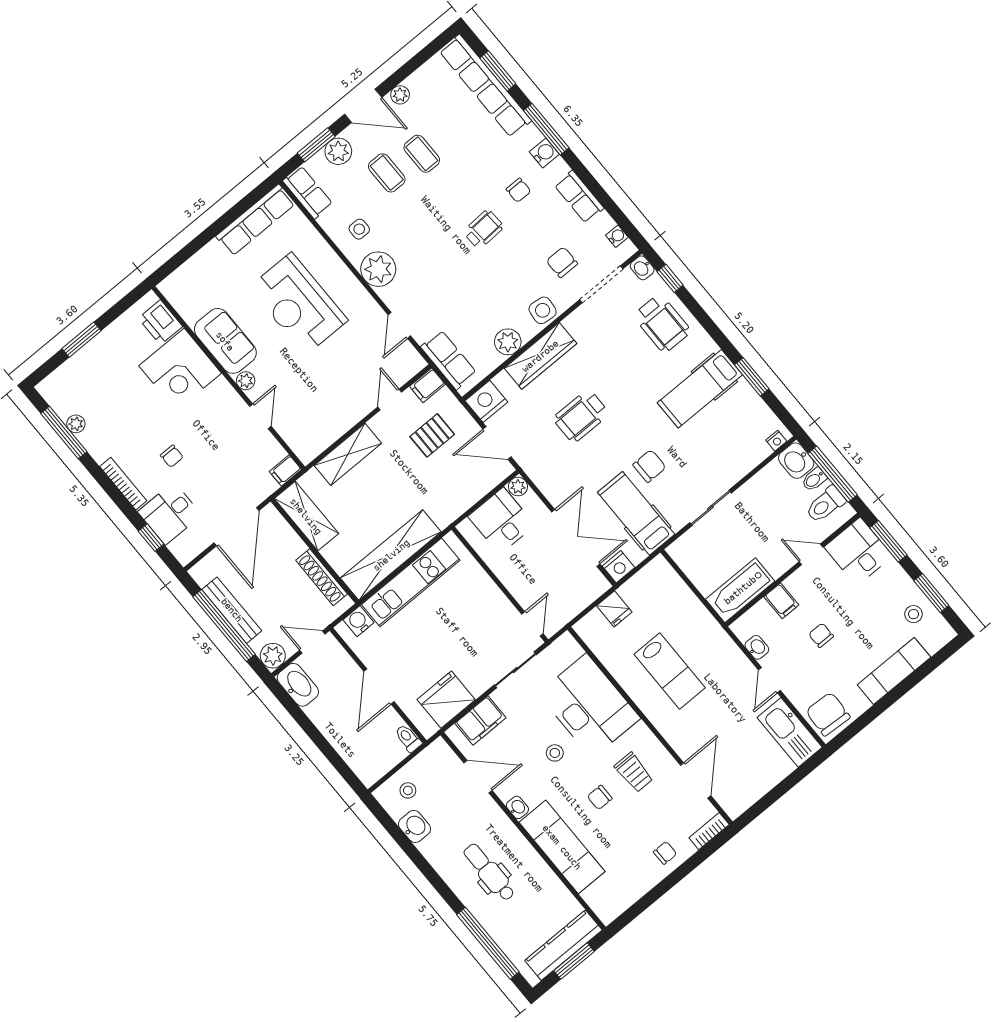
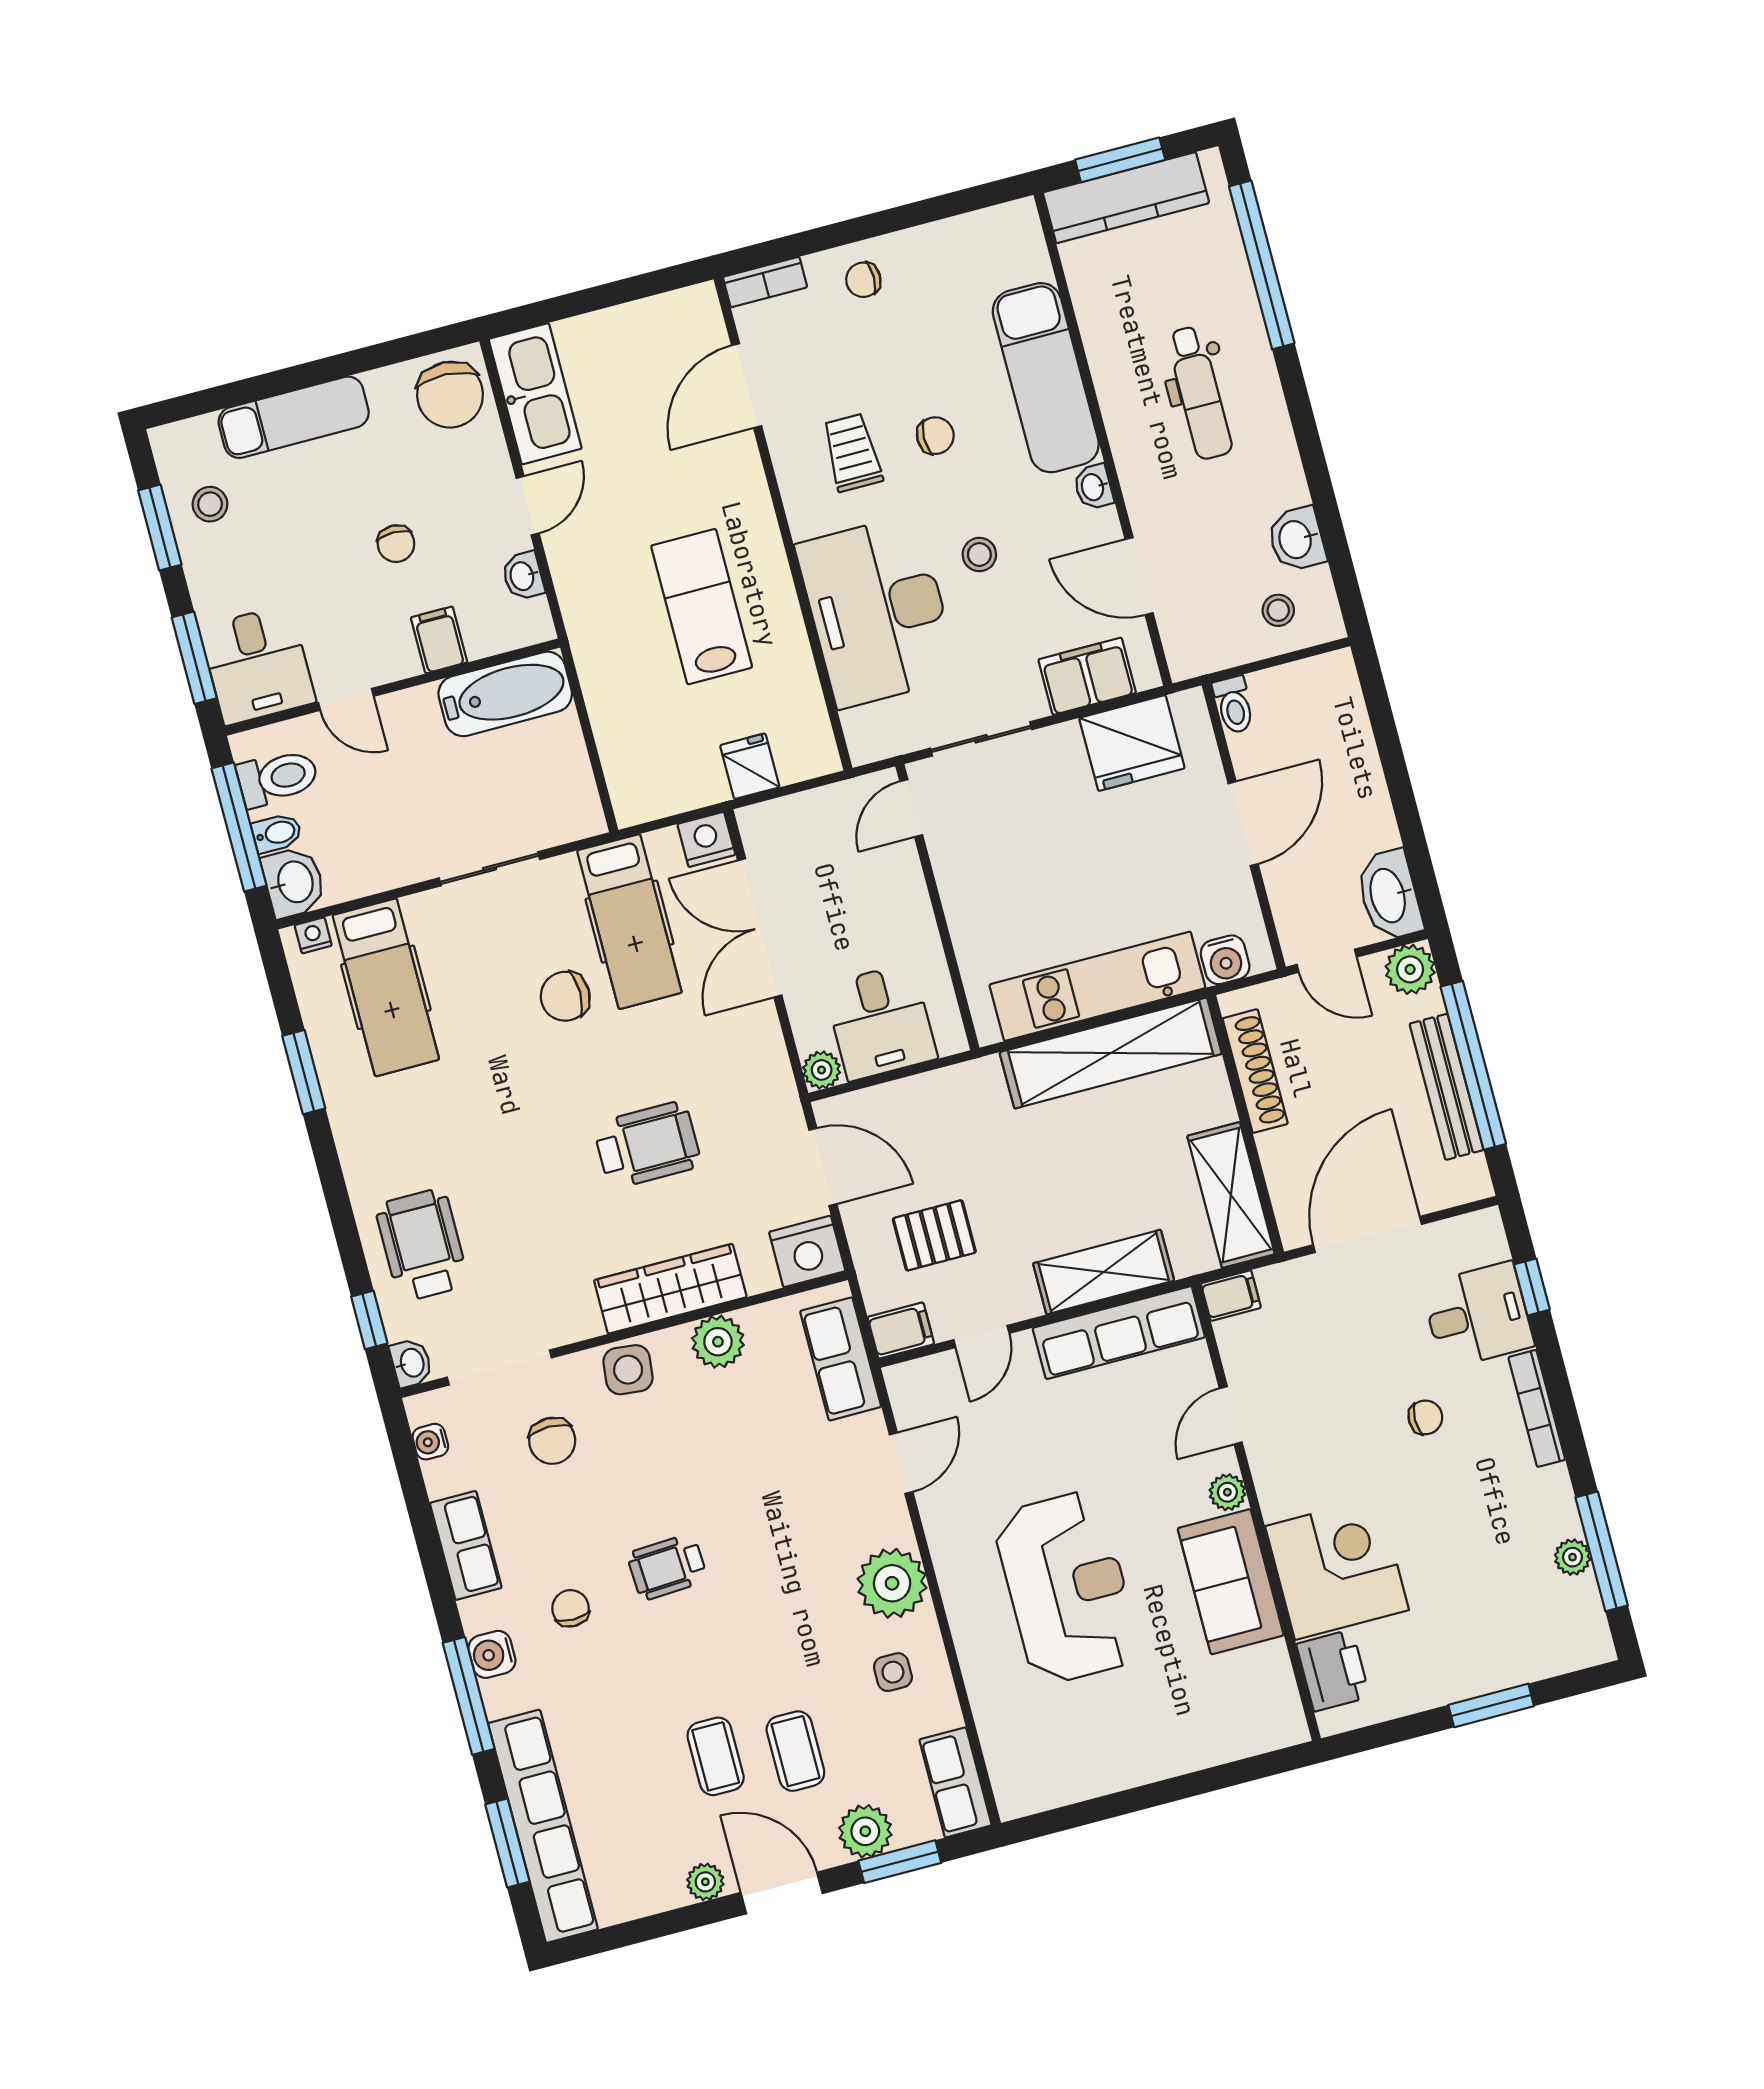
row of seats: (256, 220) -> (1119, 1333), moved, turned 180
hospital bed: (700, 389) -> (386, 987), moved, turned 90
chair: (172, 456) -> (1425, 1417), turned 90

